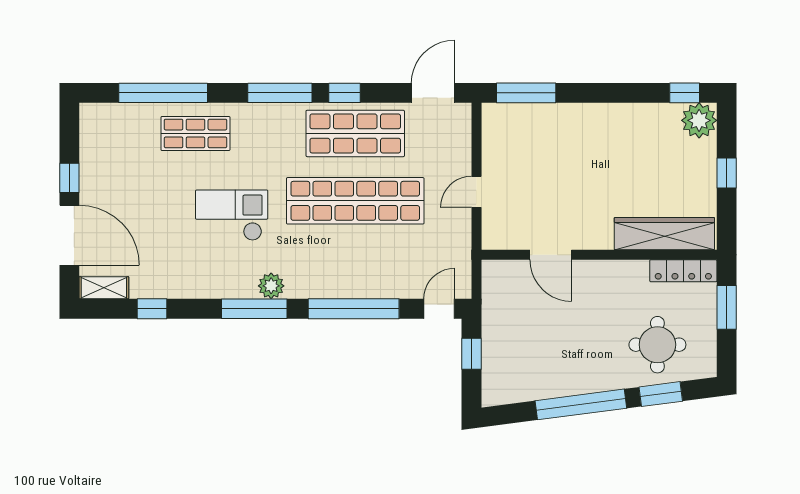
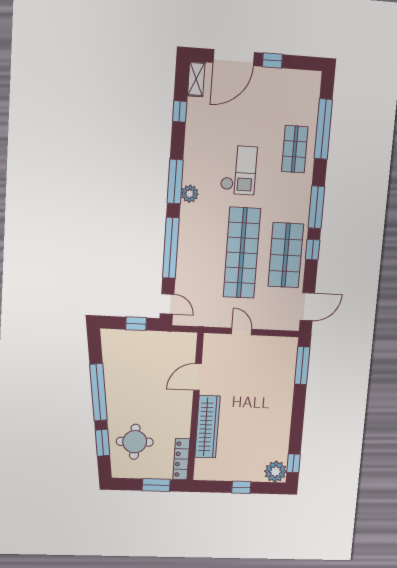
door: (433, 93) -> (307, 307), hinge flipped
wardrobe: (664, 234) -> (207, 427), moved

